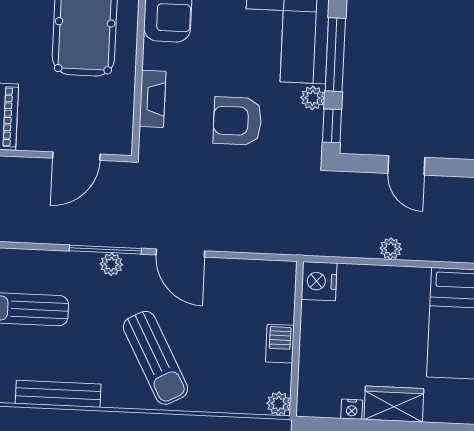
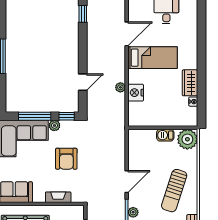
nightstand: (319, 281) -> (136, 93), moved, turned 90
sun lounger: (155, 358) -> (174, 191), turned 136
plant: (279, 404) -> (187, 139), width x1.87, depth x1.87

